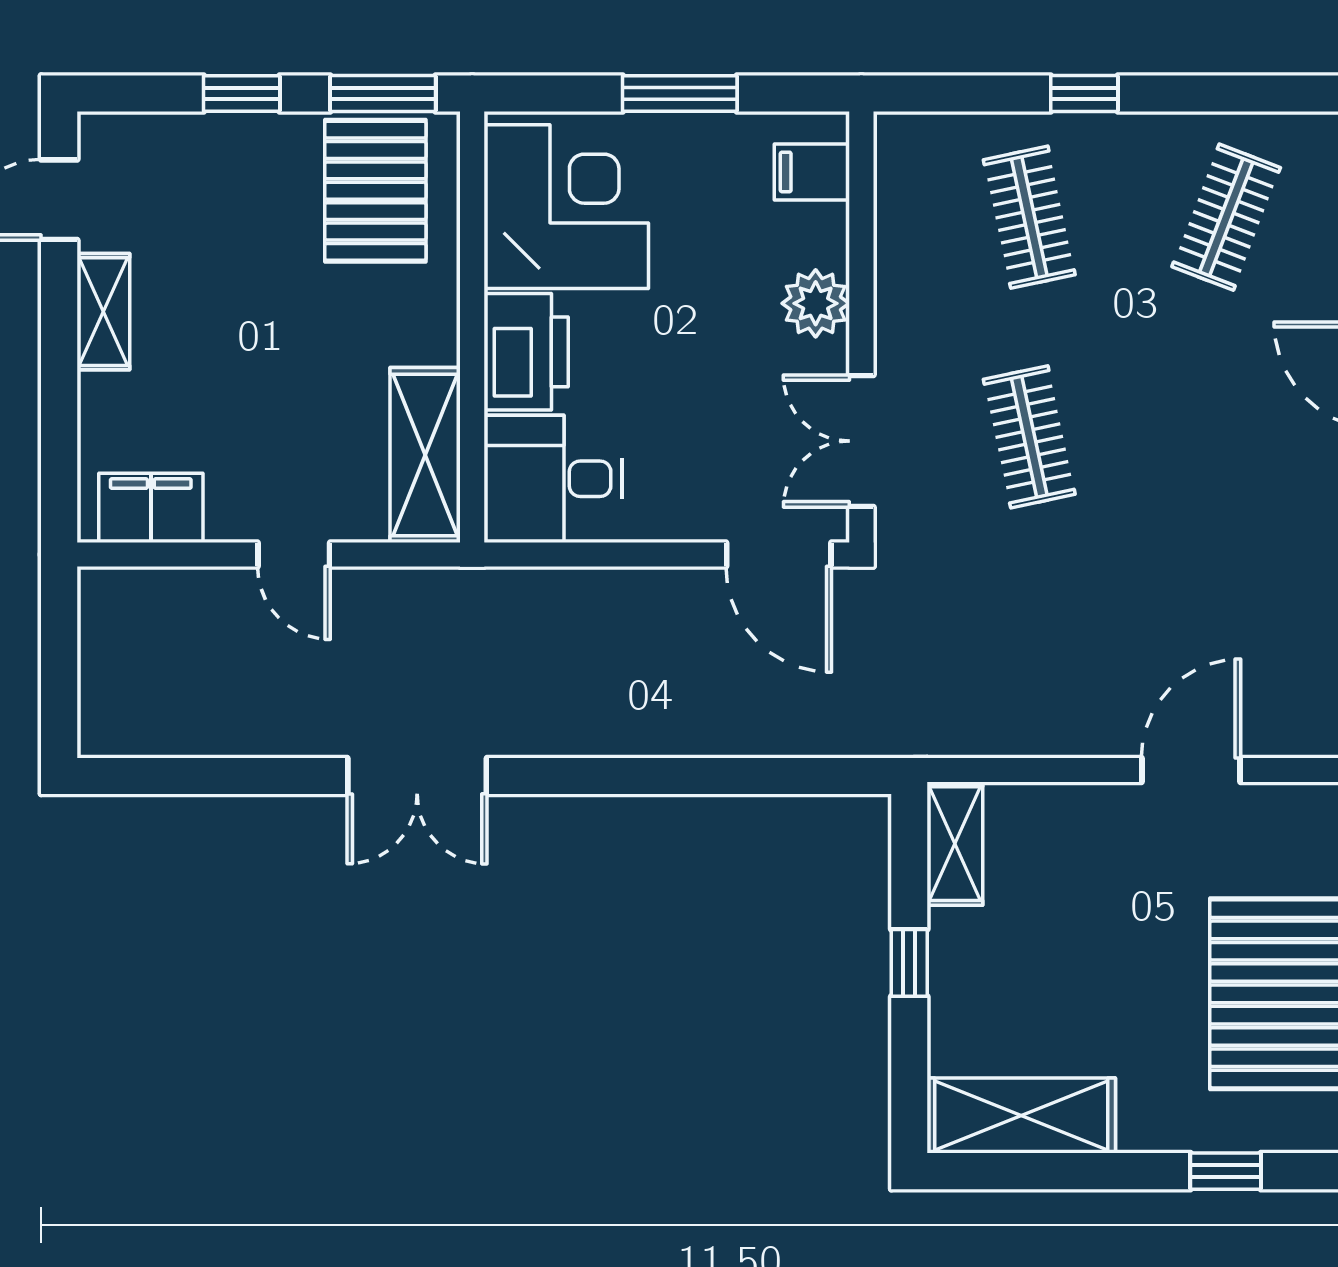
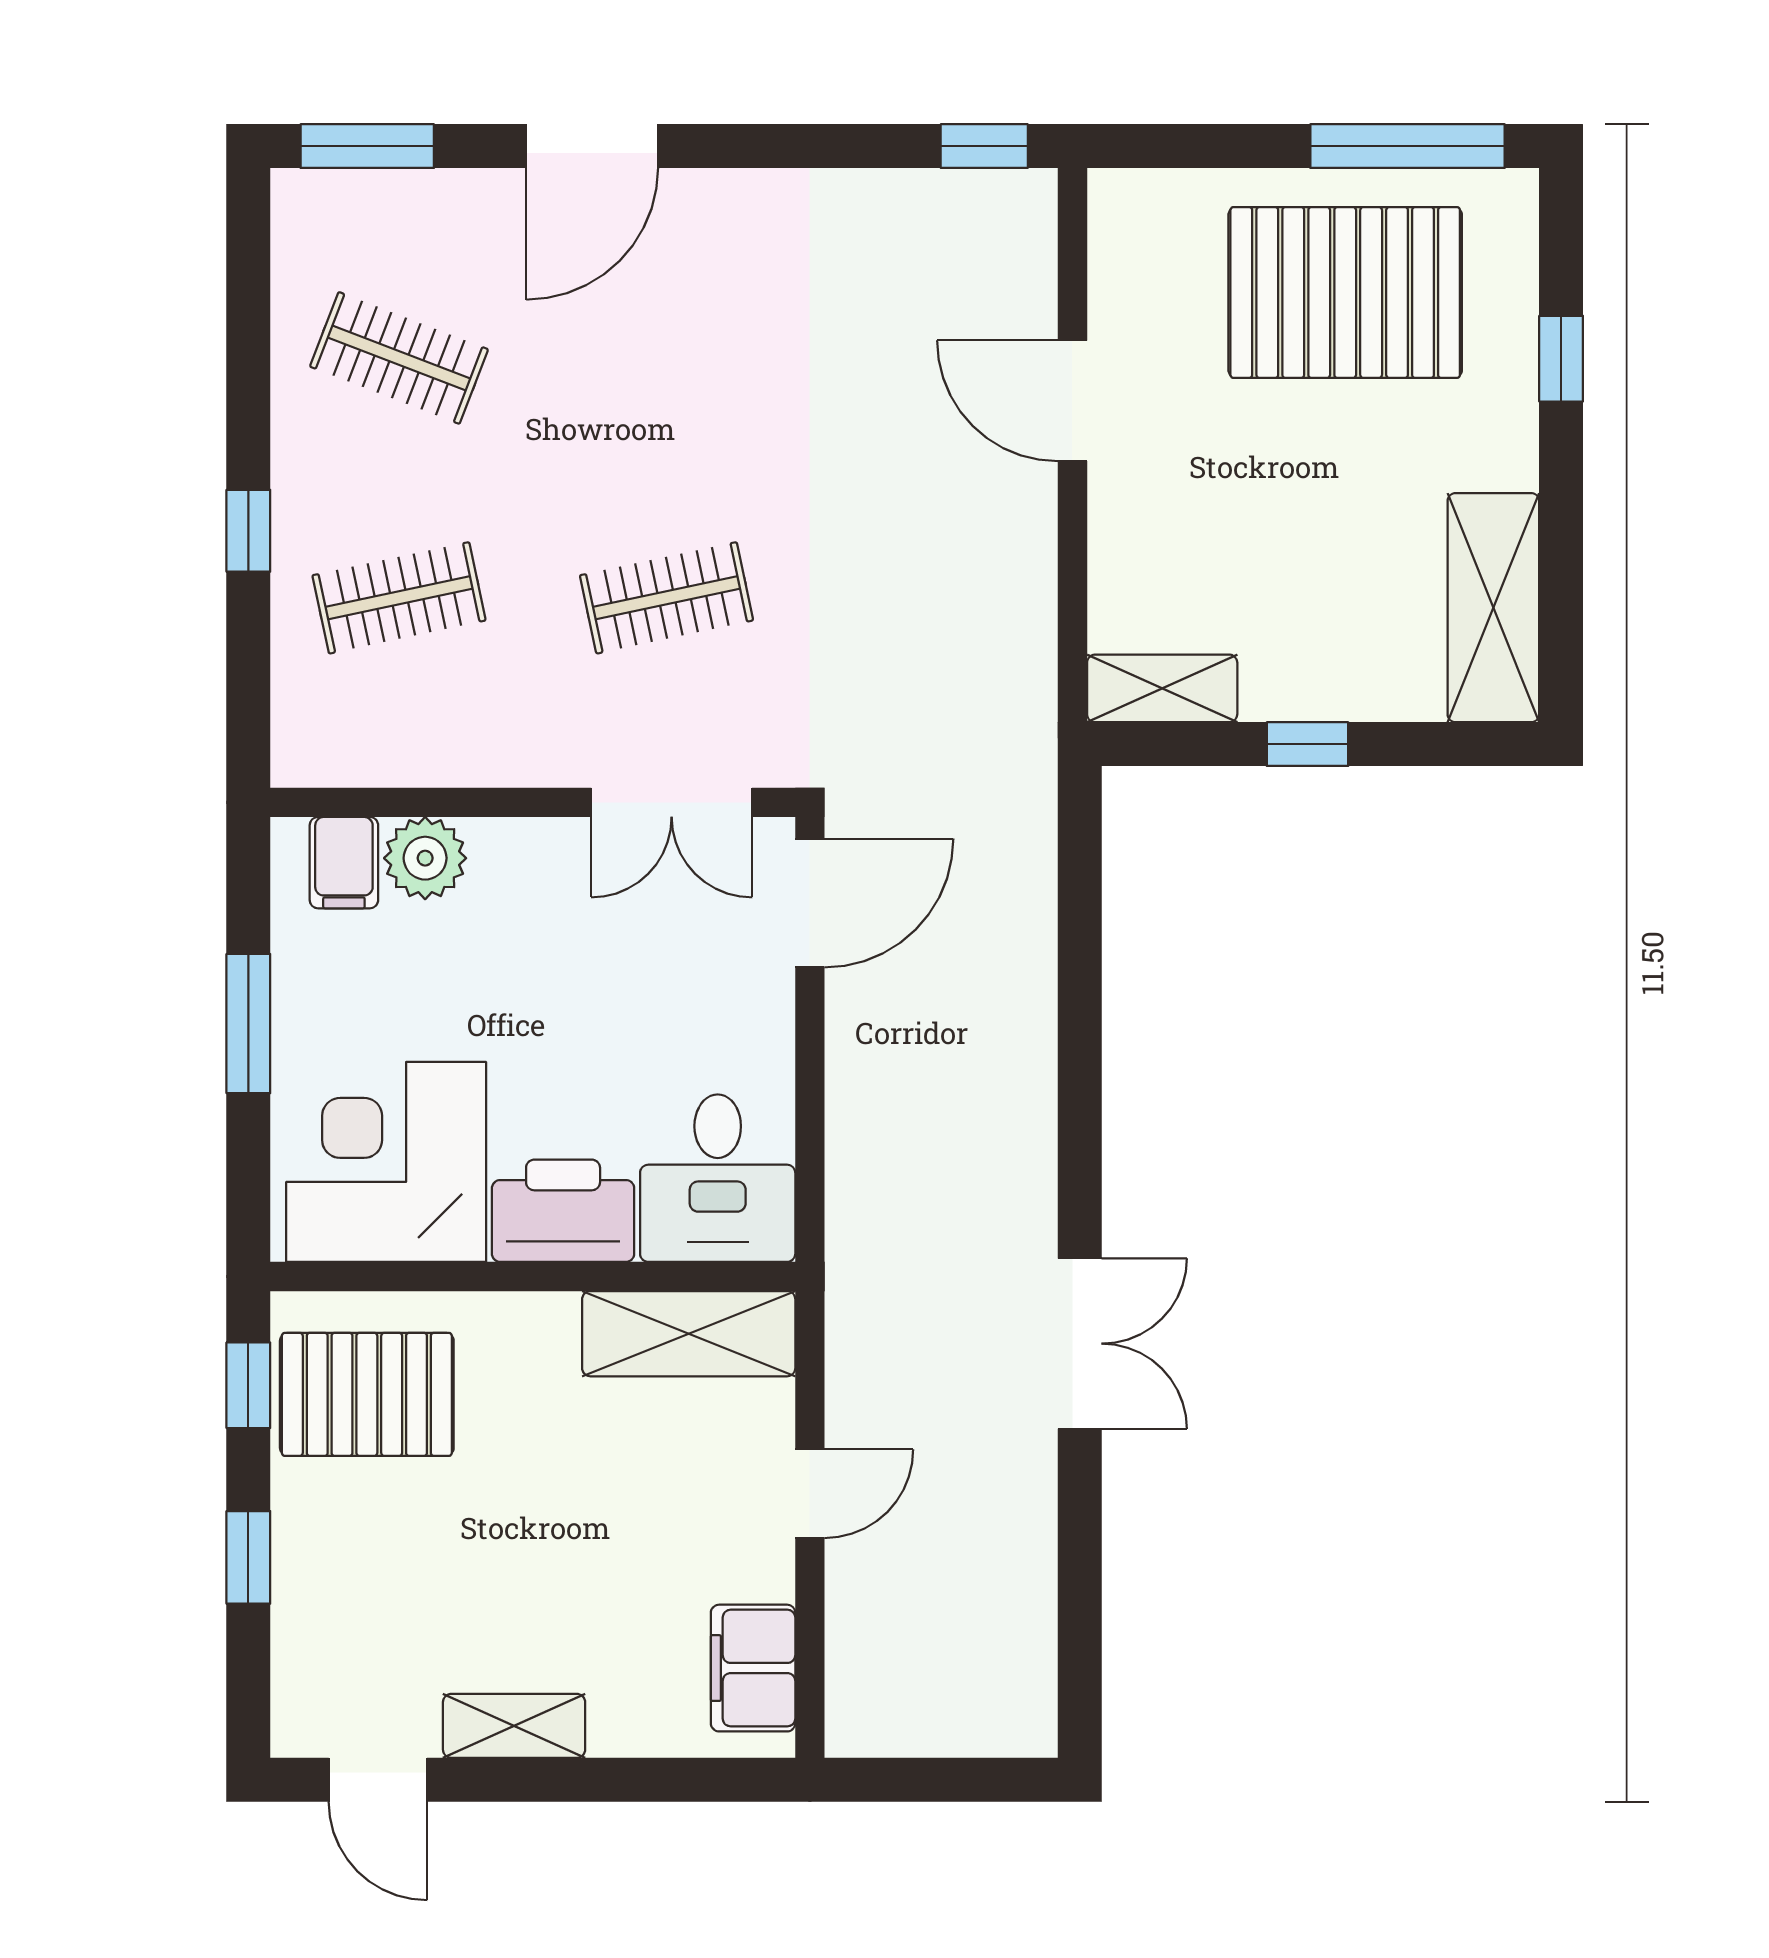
window: (383, 94) -> (248, 1385), width x0.67
plant: (816, 303) -> (425, 858), moved

